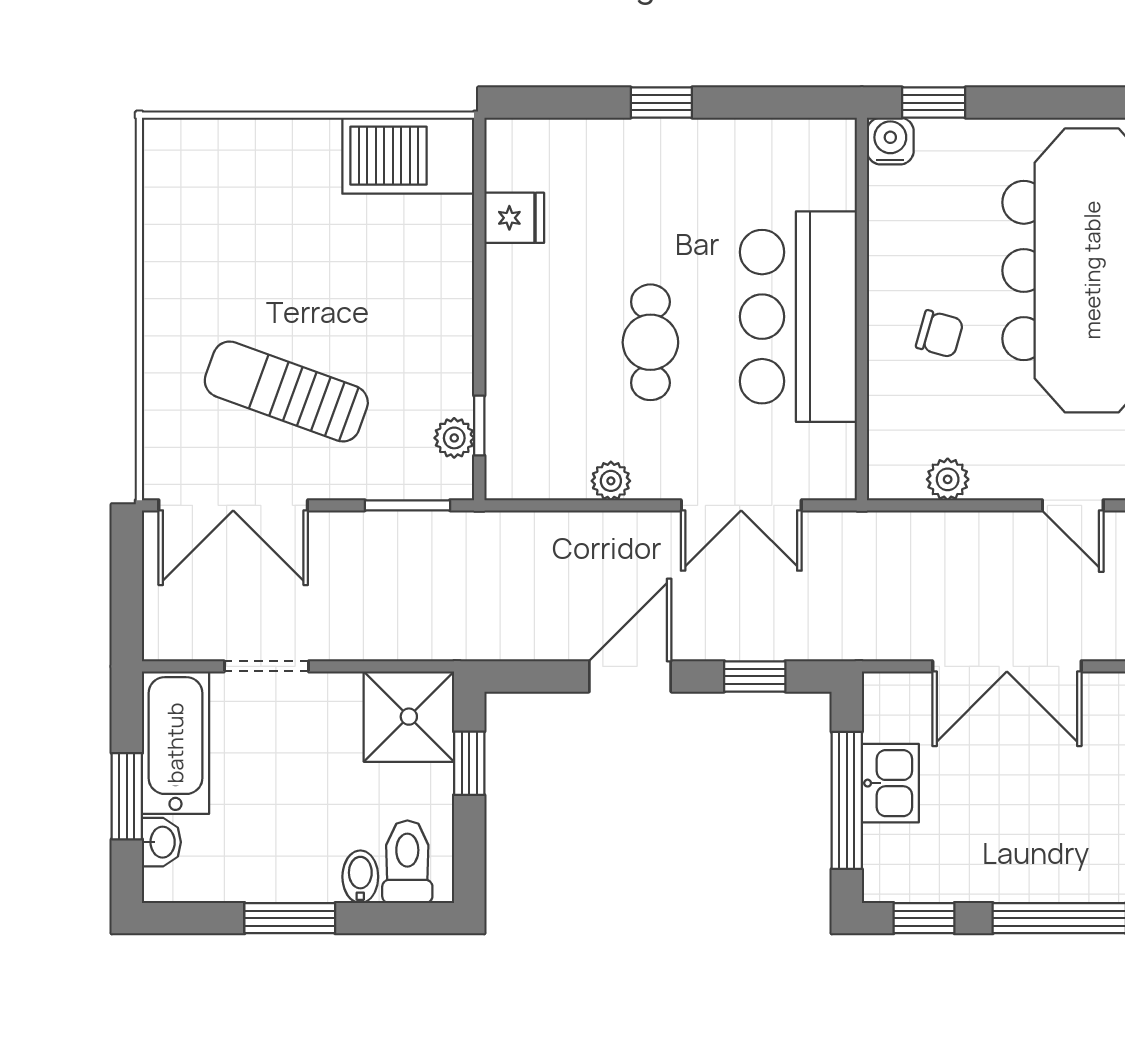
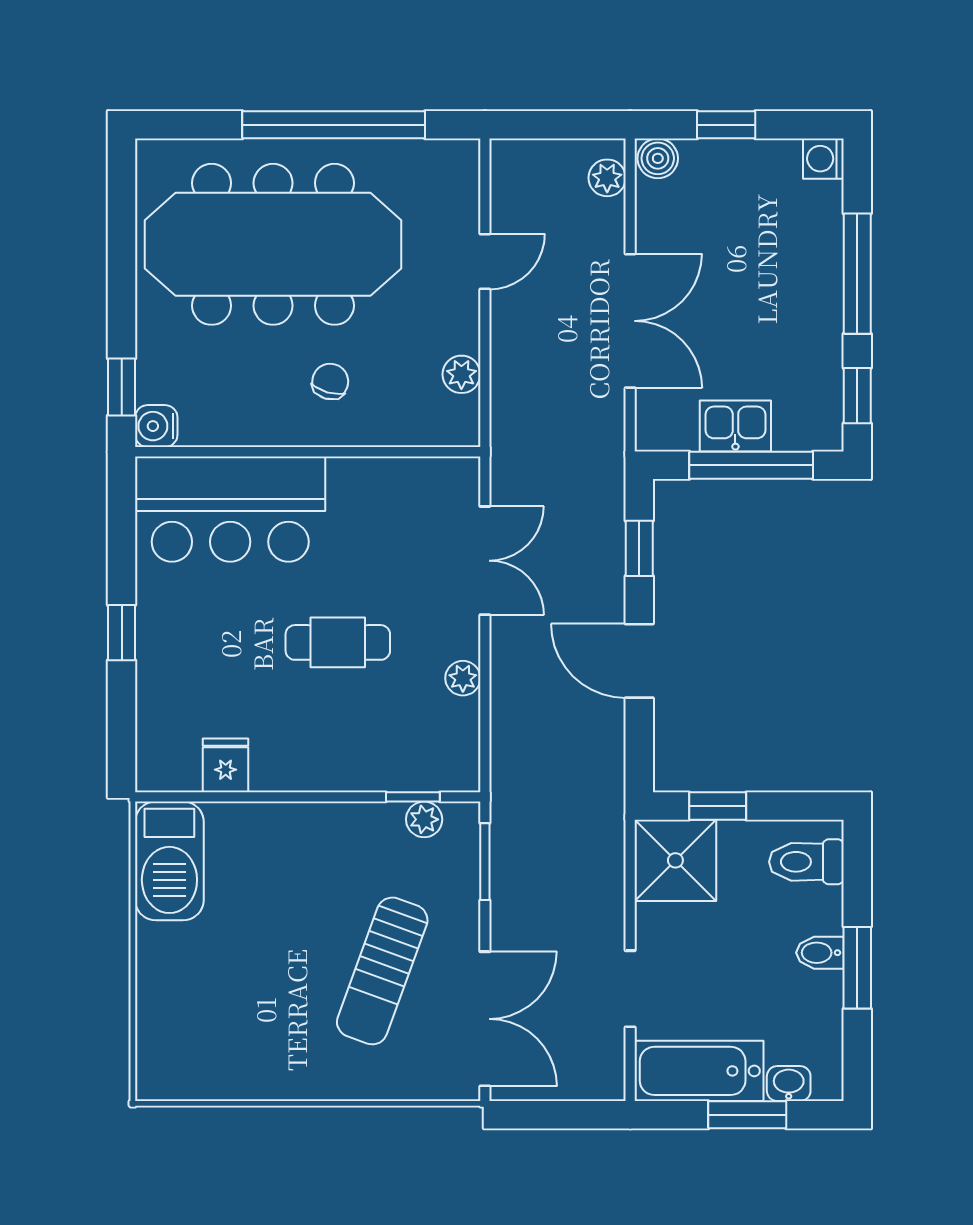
bar counter: (798, 317) -> (230, 509), moved
bidet: (360, 877) -> (820, 953), moved

